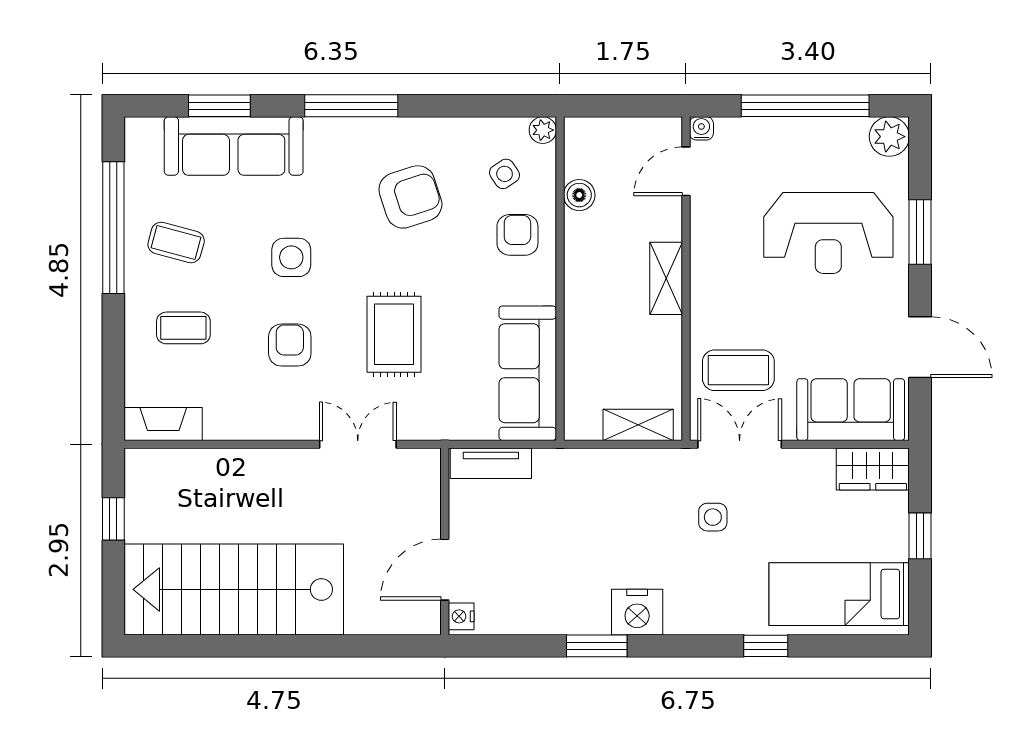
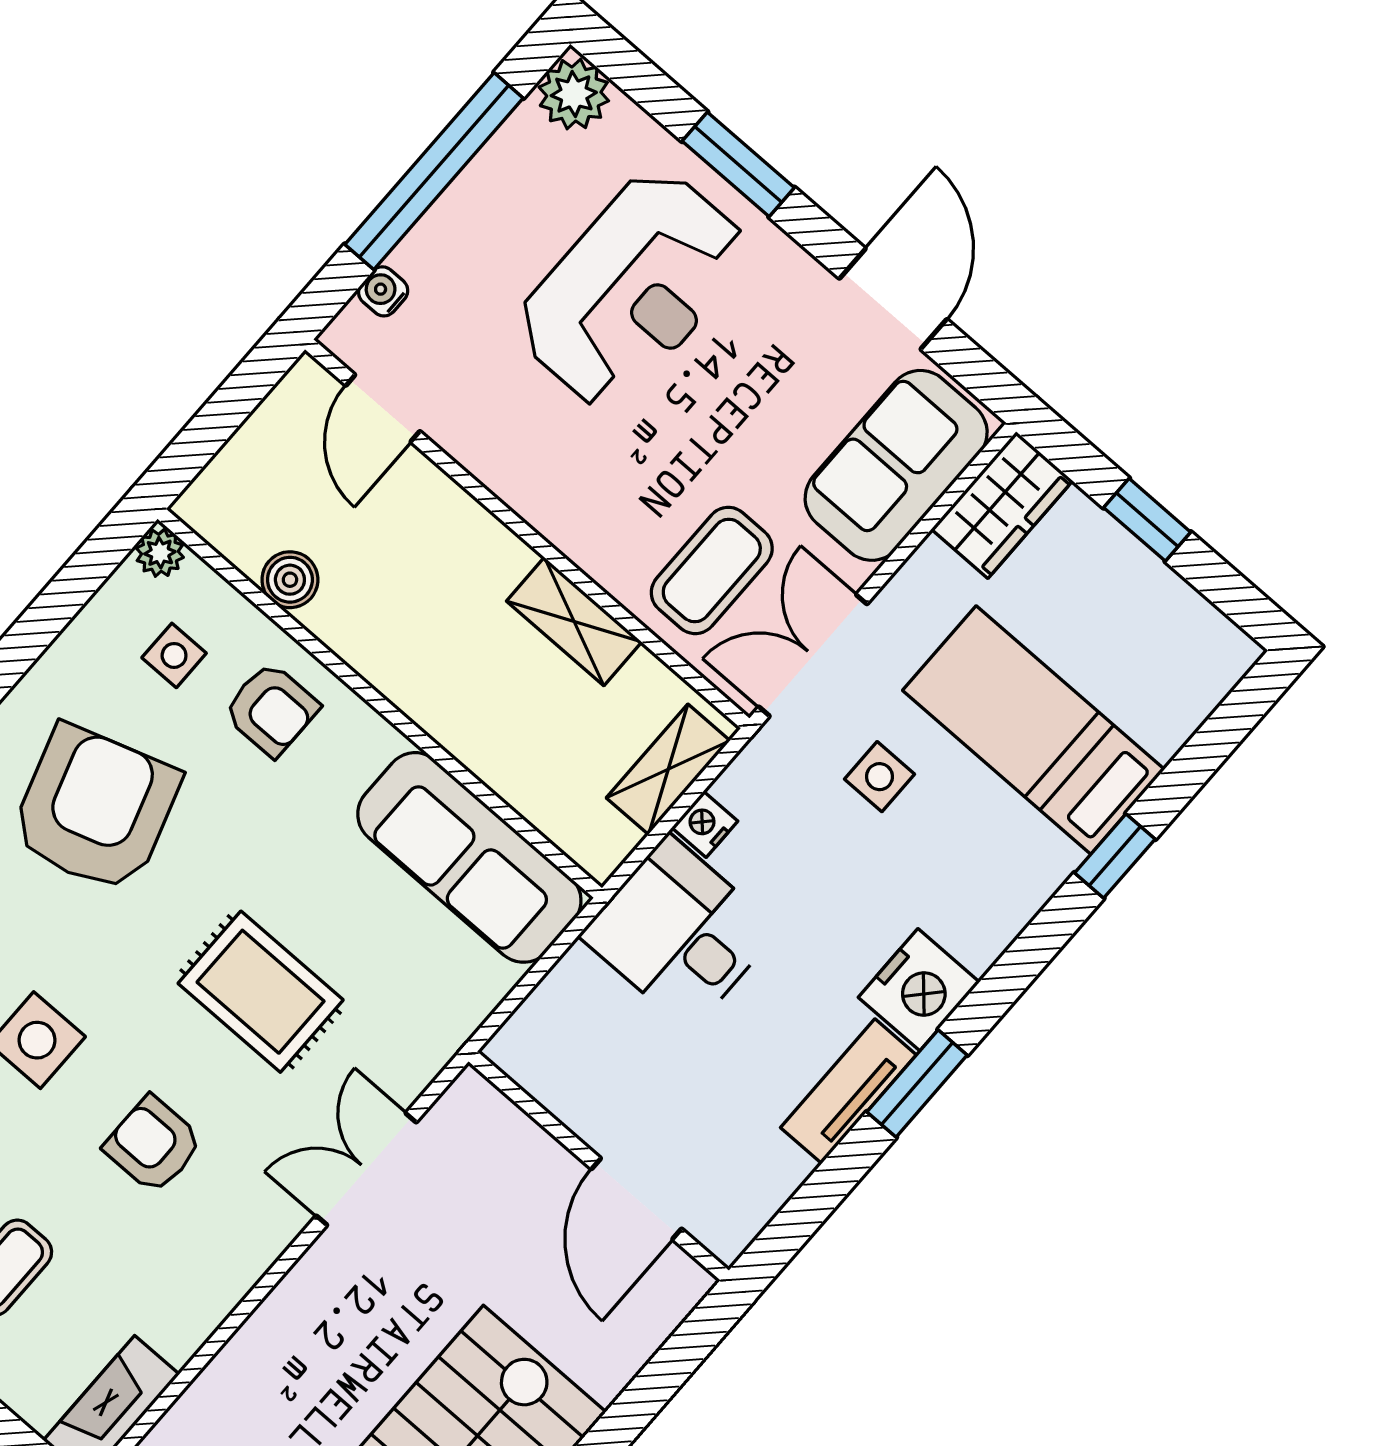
water cooler: (701, 128) -> (383, 291), moved
side table: (505, 174) -> (174, 655), turned 34
armchair: (410, 197) -> (95, 809), width x1.36, depth x1.36
armchair: (517, 235) -> (271, 709), turned 180
shelving: (666, 278) -> (574, 622), moved
door: (920, 347) -> (893, 299), hinge flipped
tv unit: (491, 463) -> (848, 1091), moved, turned 180
desk: (573, 490) -> (679, 933), added
bed: (839, 594) -> (1033, 730), moved, turned 90
nightstand: (461, 616) -> (705, 824), moved, turned 90

